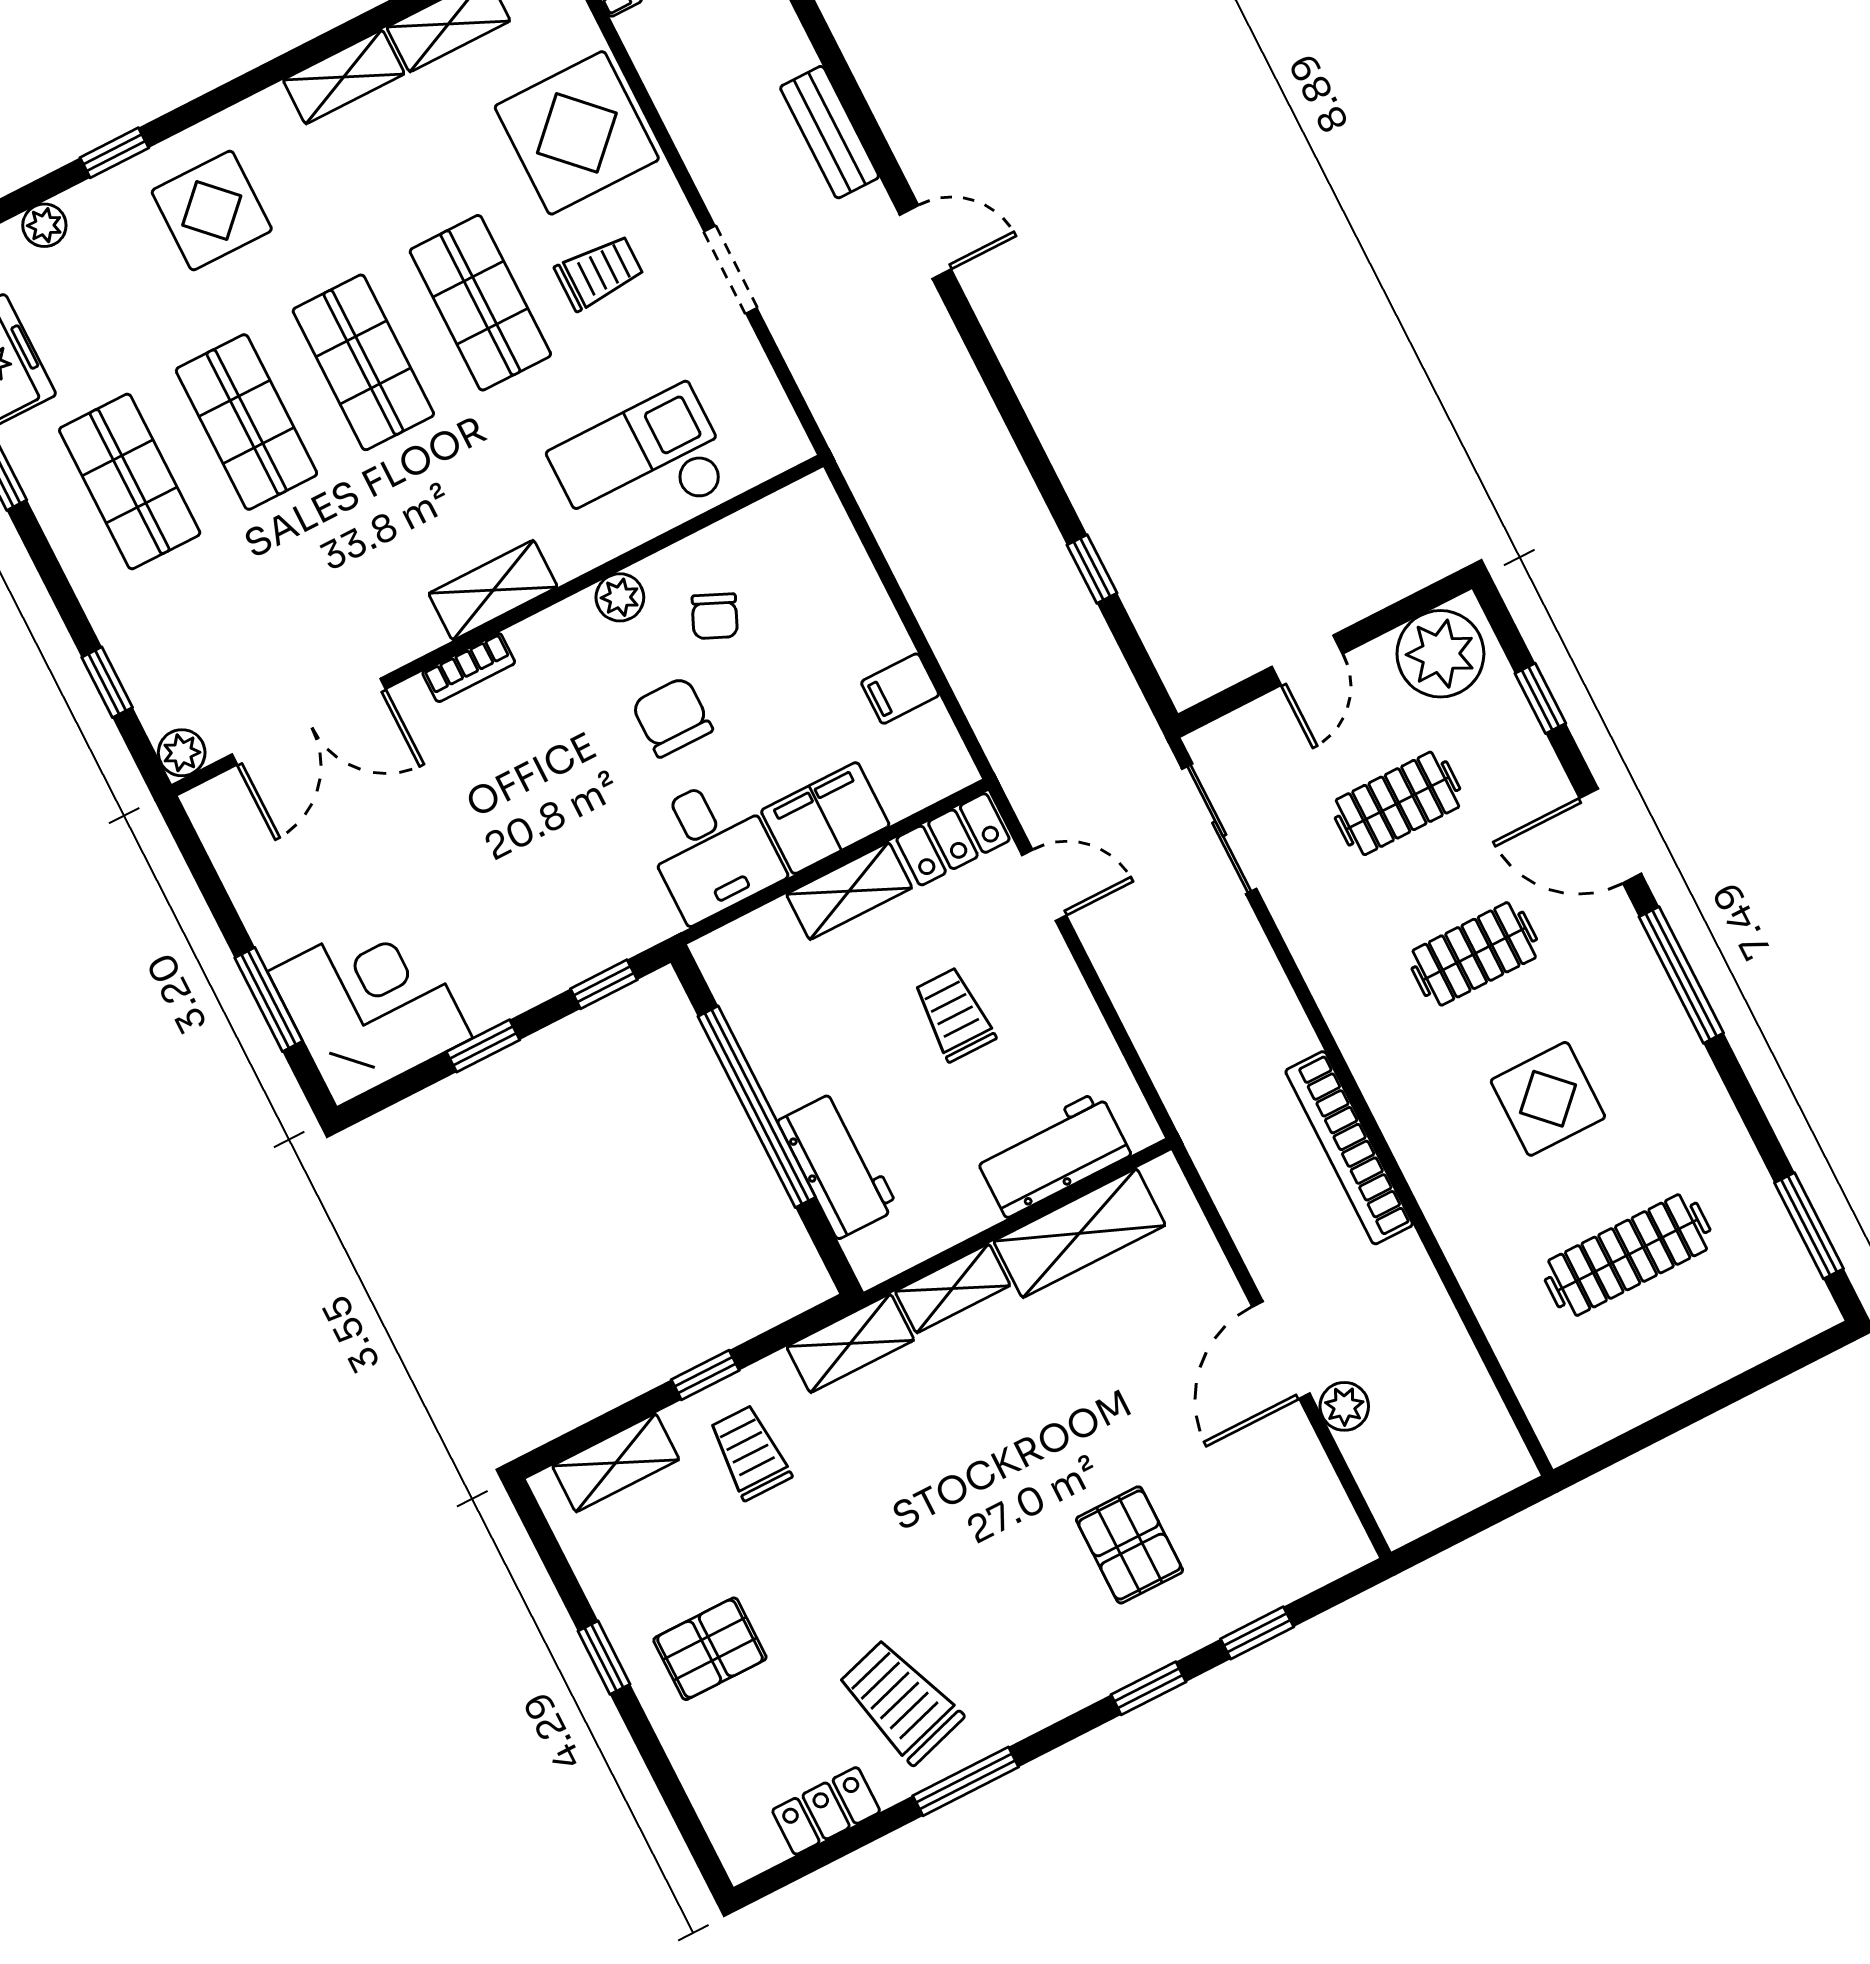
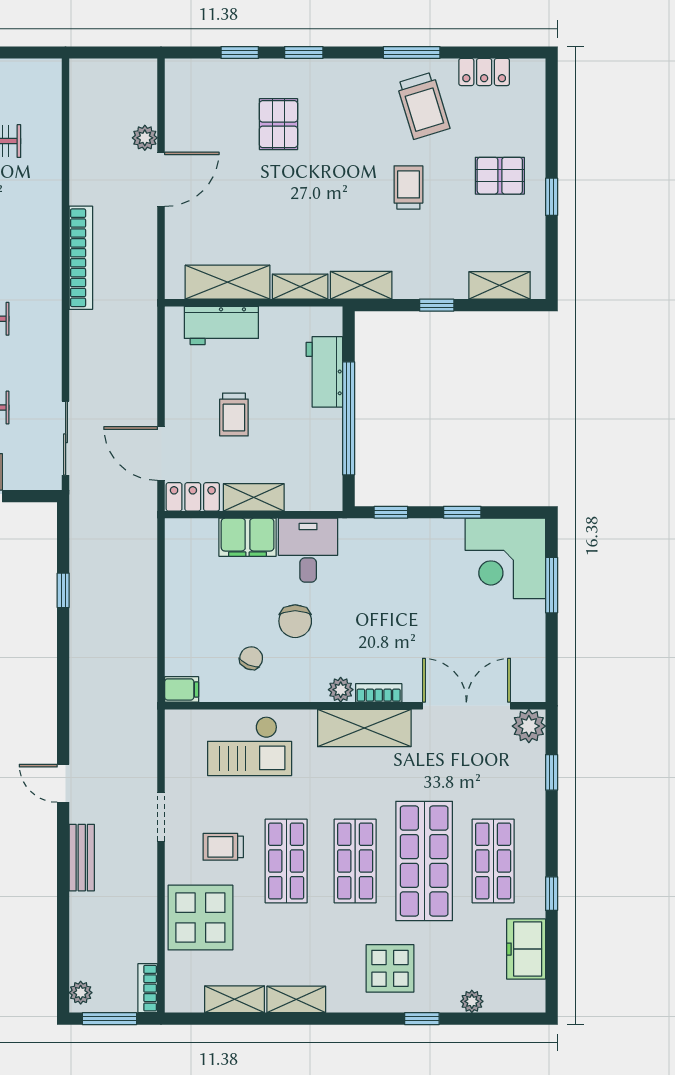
shop shelf: (246, 422) -> (424, 861), width x1.43, depth x1.36
shelving: (493, 590) -> (364, 728), width x1.50, depth x1.33
plant: (620, 597) -> (341, 690), moved
filing cabinet: (900, 689) -> (182, 689), moved
plant: (182, 753) -> (529, 726), width x1.38, depth x1.38
door: (1044, 885) -> (161, 454), width x1.38
trolley: (750, 1453) -> (408, 187), moved, turned 180

